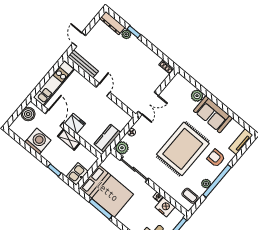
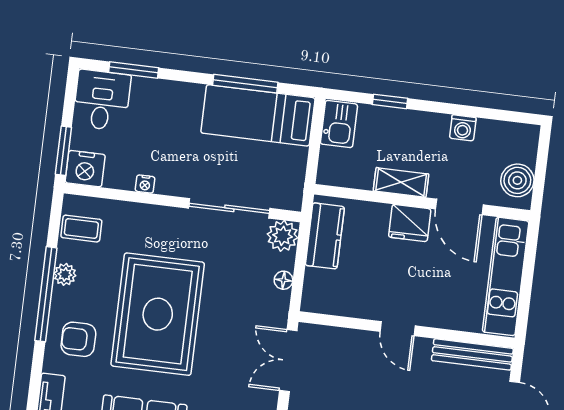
washing machine: (38, 141) -> (463, 128), width x0.53, depth x0.53
armchair: (216, 158) -> (78, 339), turned 180
bed: (107, 191) -> (258, 115), width x0.67
nightstand: (165, 207) -> (85, 169), moved

